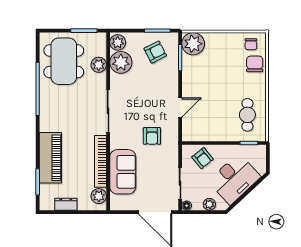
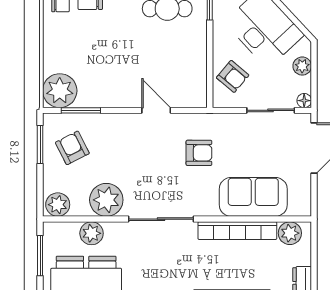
plant: (121, 62) -> (106, 200), moved
armchair: (203, 158) -> (233, 76), turned 79

